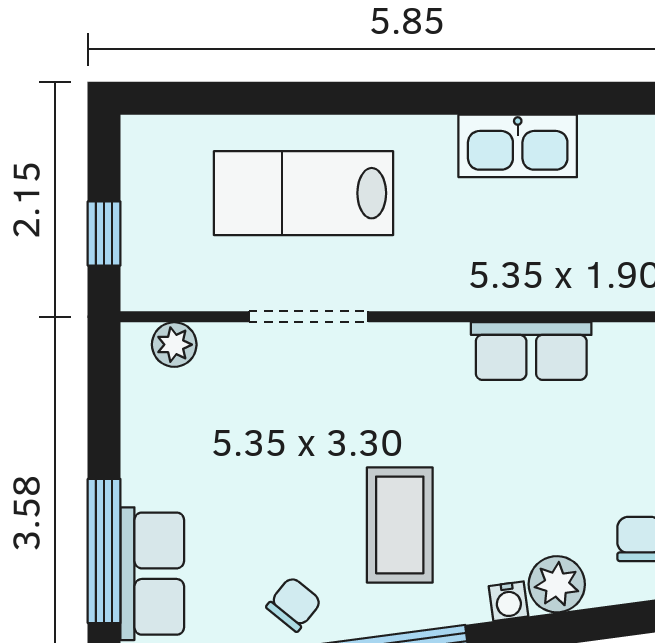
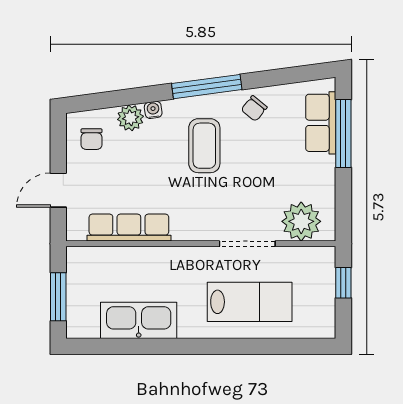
kitchen sink: (518, 146) -> (139, 320), width x1.36, depth x1.24
plant: (174, 345) -> (301, 221), width x1.88, depth x1.88
row of seats: (531, 351) -> (129, 228), width x1.48

